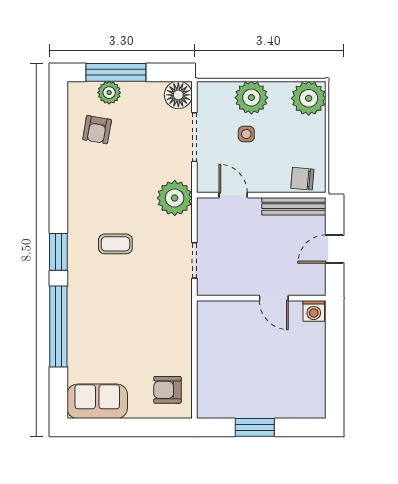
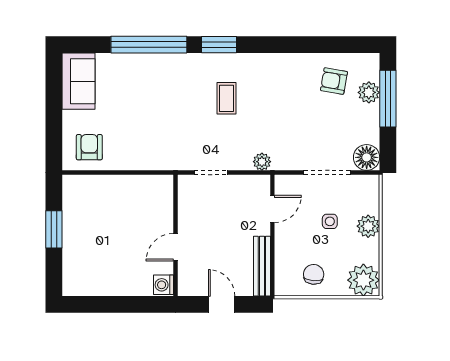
plant: (251, 98) -> (368, 226), width x0.73, depth x0.73
chair: (302, 179) -> (314, 274), moved
plant: (175, 198) -> (262, 162), width x0.53, depth x0.53

